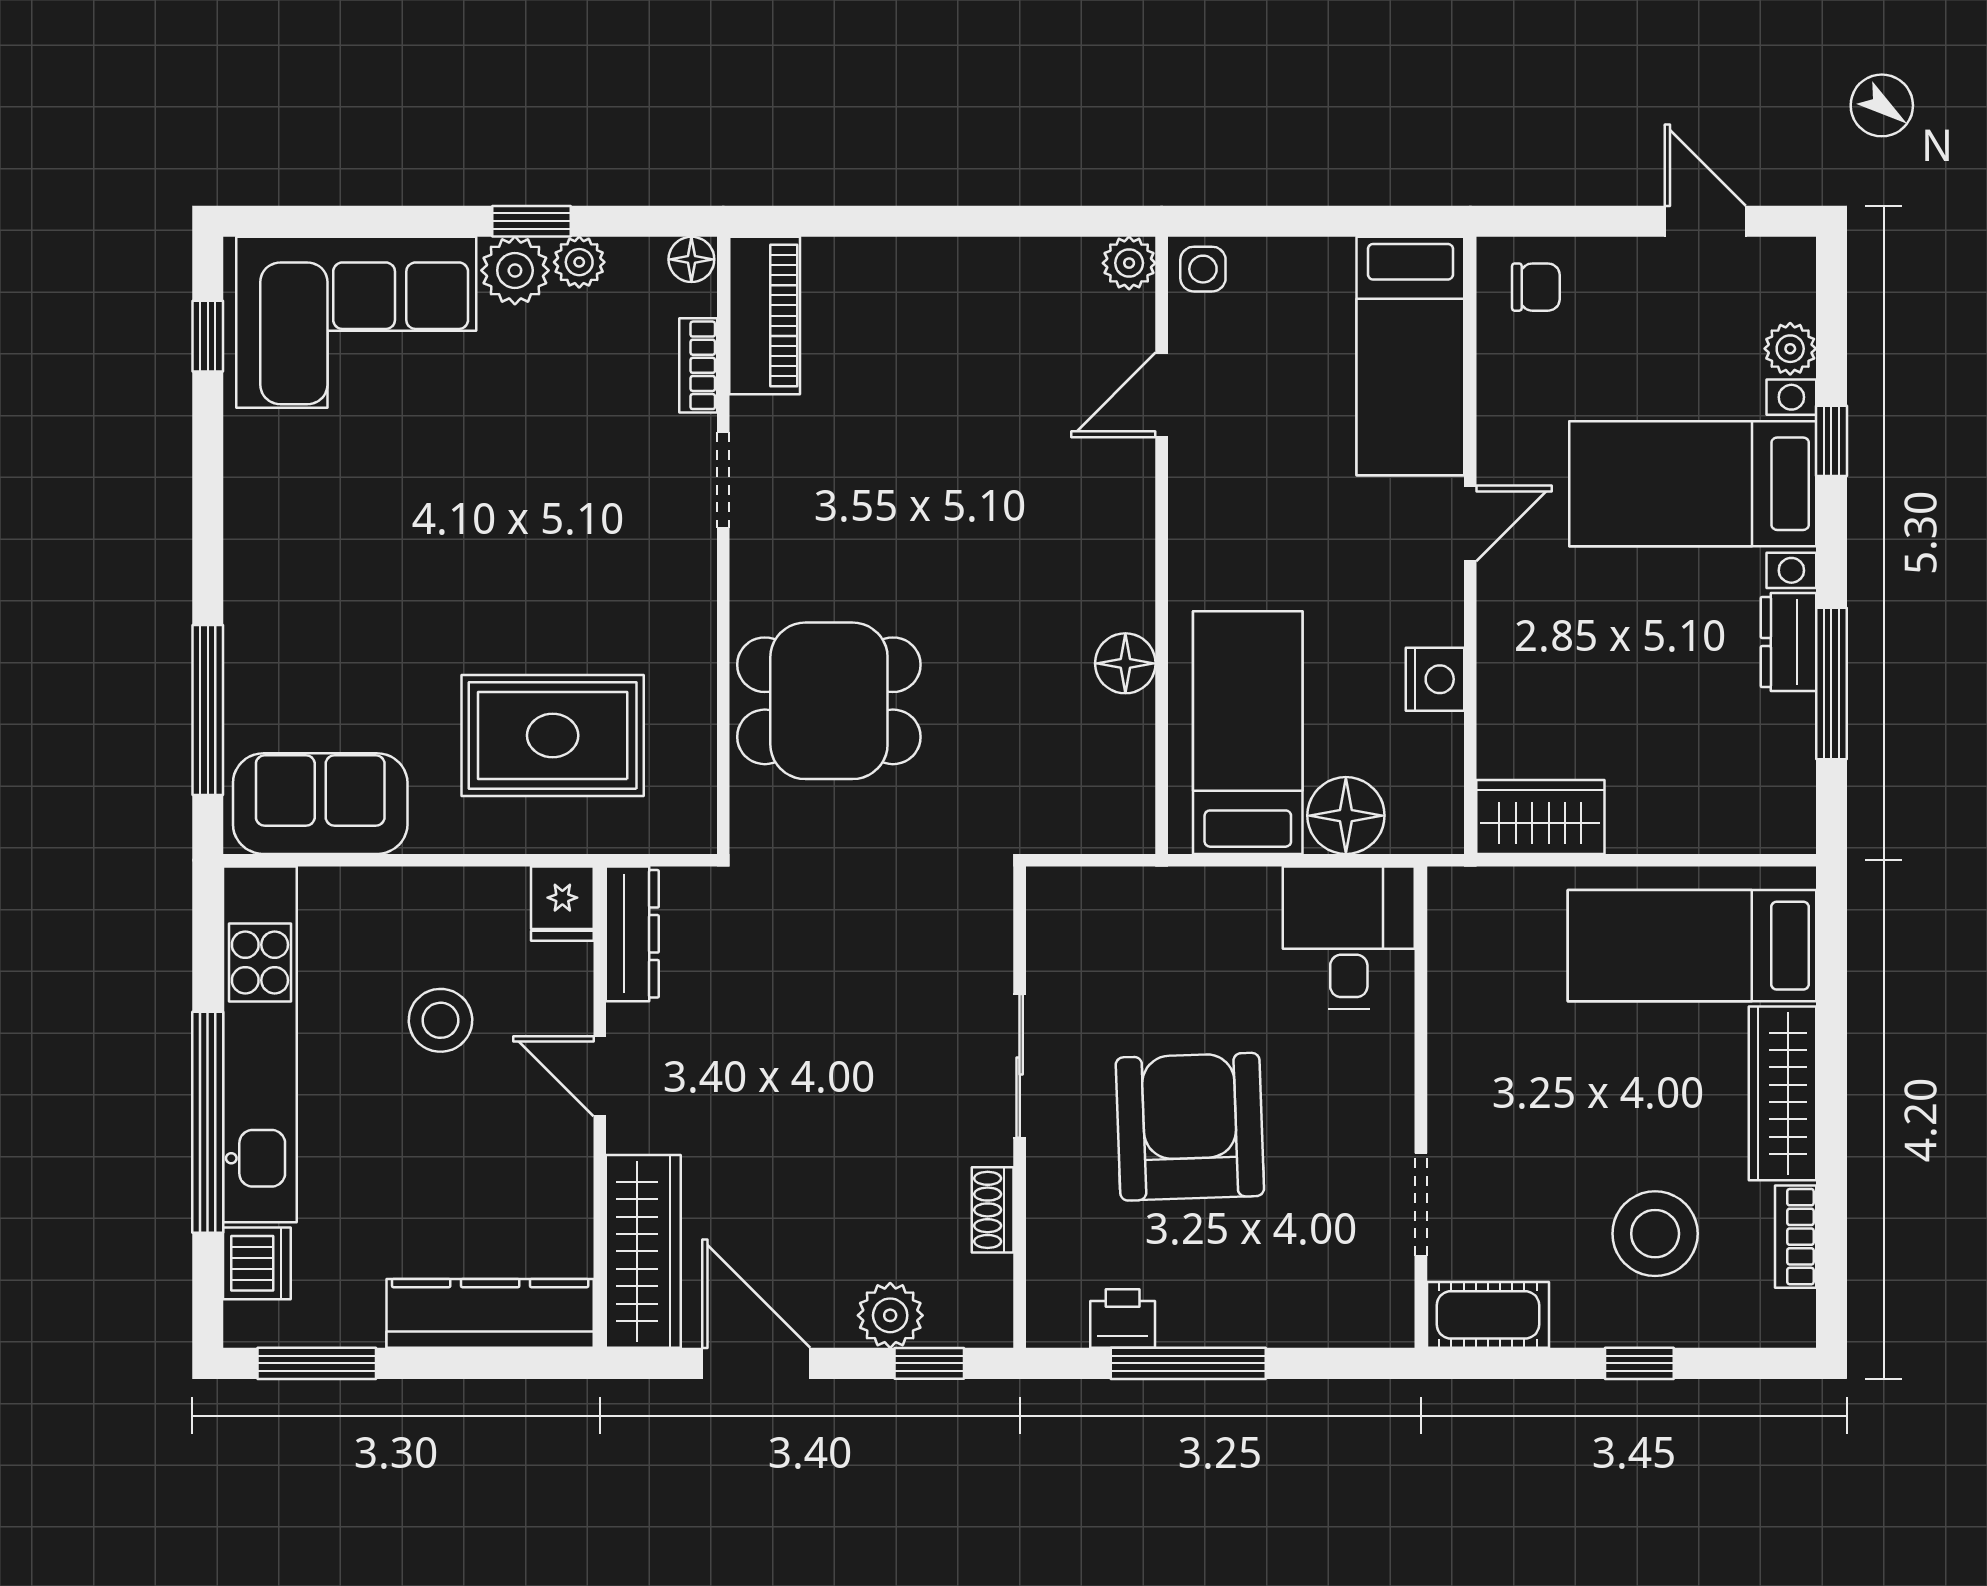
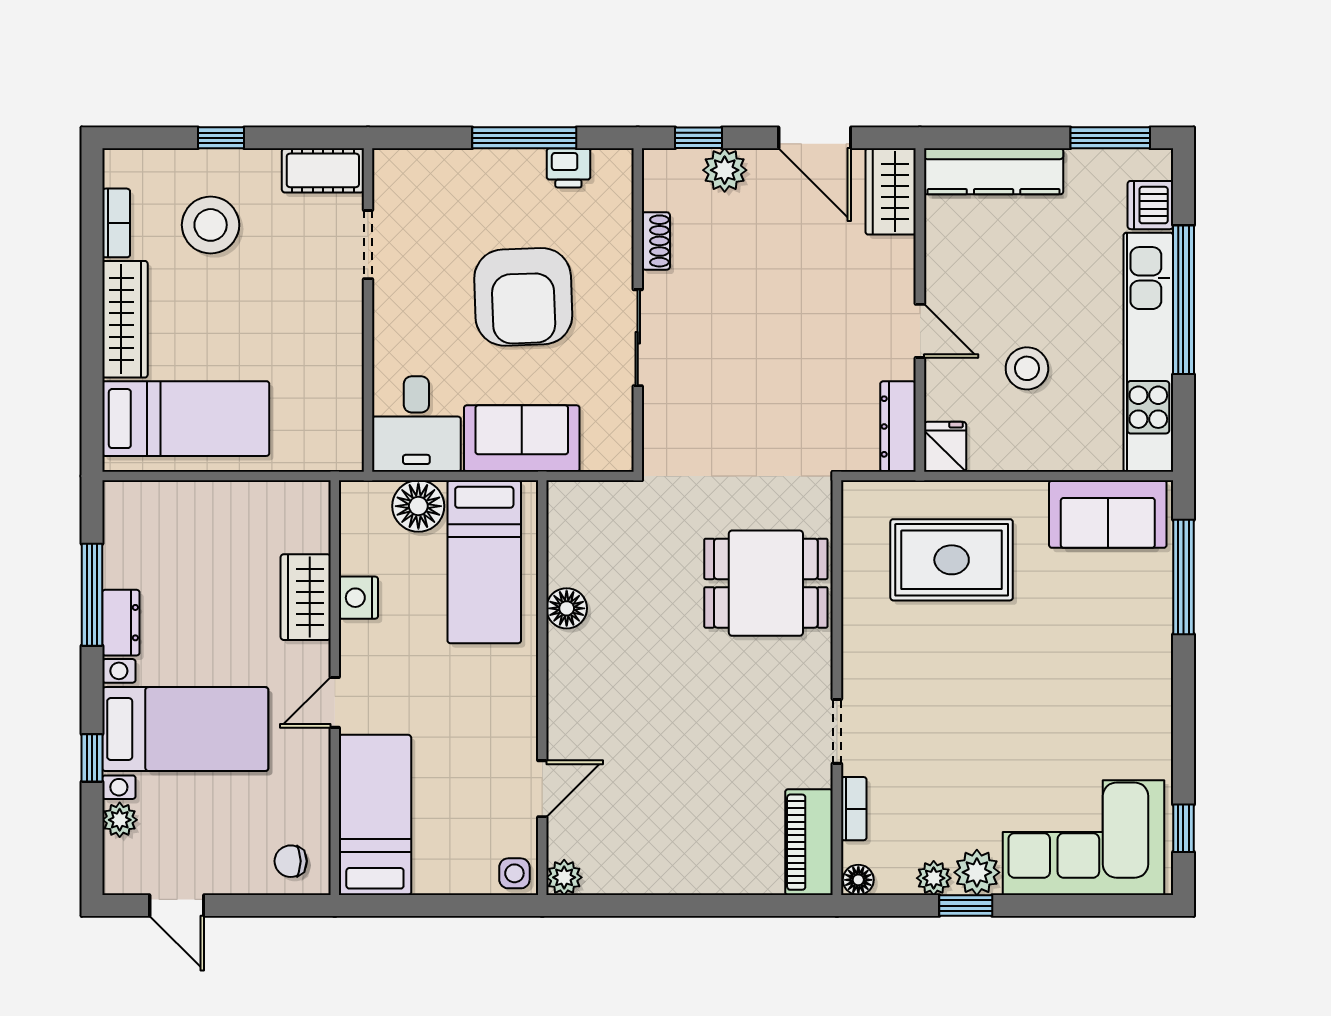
wardrobe: (1540, 817) -> (306, 597), moved, turned 90
sofa: (1192, 916) -> (522, 438), added
wardrobe: (643, 1251) -> (891, 191), width x0.67

